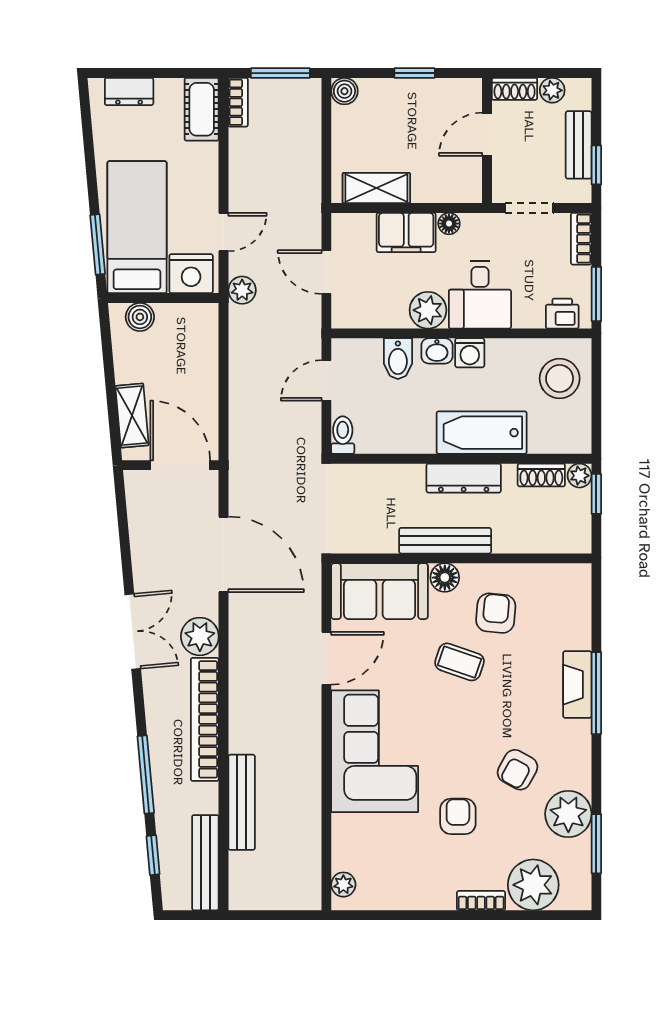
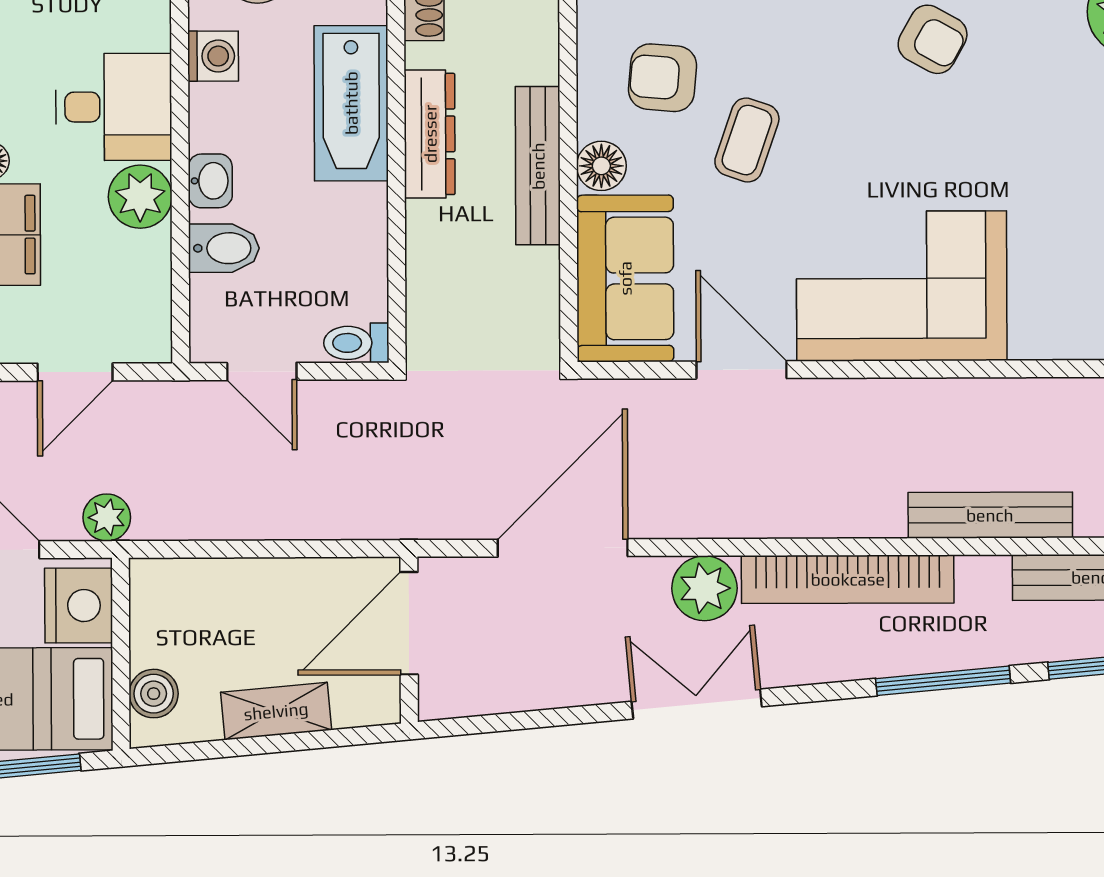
washing machine: (470, 353) -> (213, 56), moved
shelving: (132, 416) -> (276, 711), moved
armchair: (458, 816) -> (1013, 142), removed

